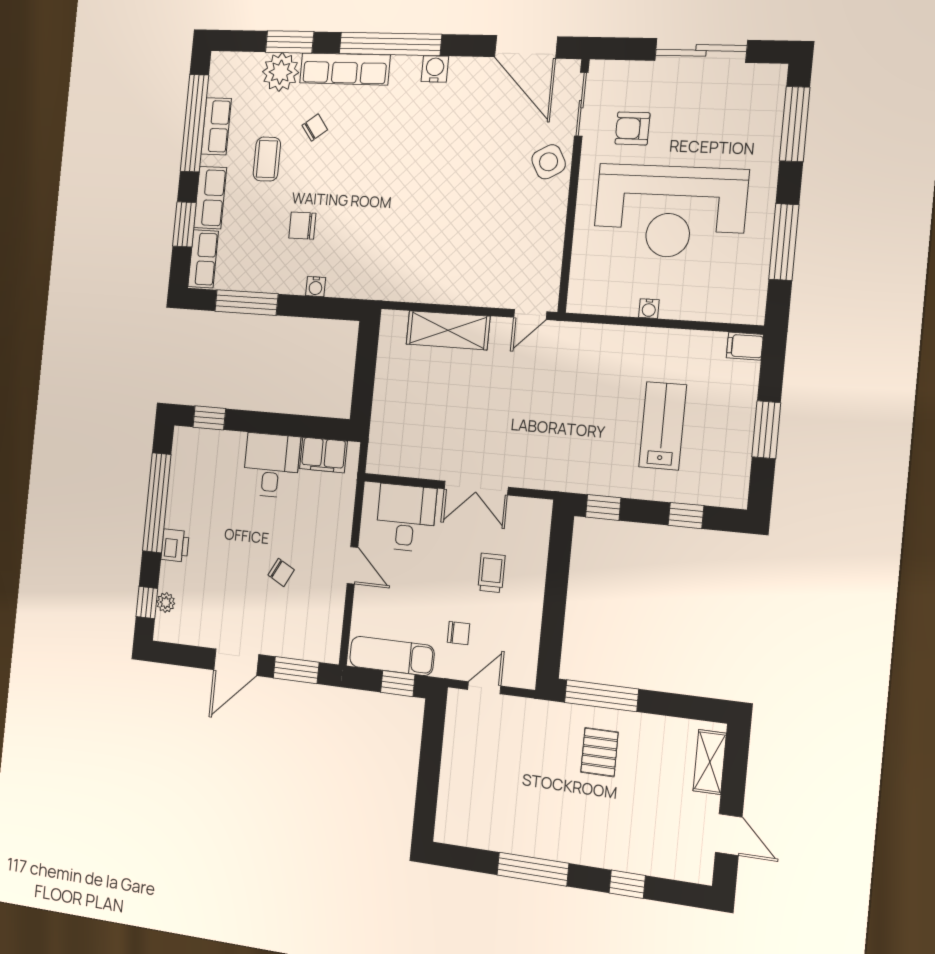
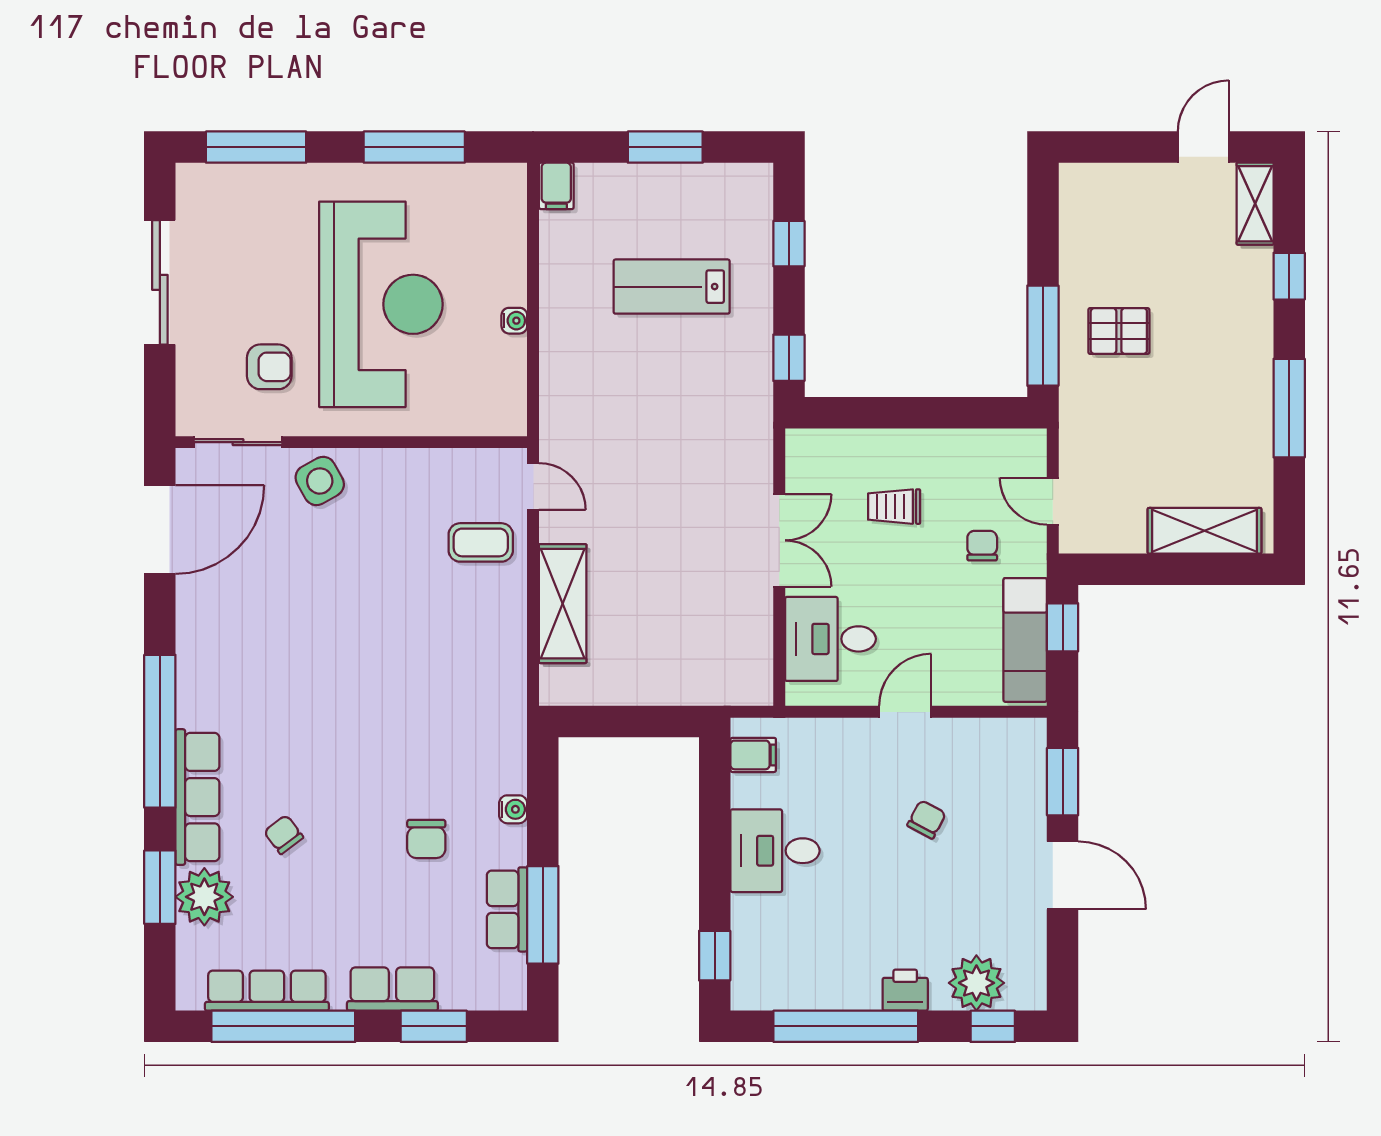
water cooler: (435, 69) -> (194, 660), removed
row of seats: (216, 126) -> (267, 991), width x1.48
armchair: (633, 128) -> (269, 367), turned -90
coffee table: (267, 159) -> (481, 542), moved
row of seats: (203, 259) -> (507, 909), moved, turned -90
filing cabinet: (323, 455) -> (753, 755), width x0.50
plant: (166, 602) -> (976, 983), width x1.88, depth x1.88
shelving: (710, 762) -> (1255, 204), moved, turned 90
shelving: (453, 794) -> (1205, 531), added

